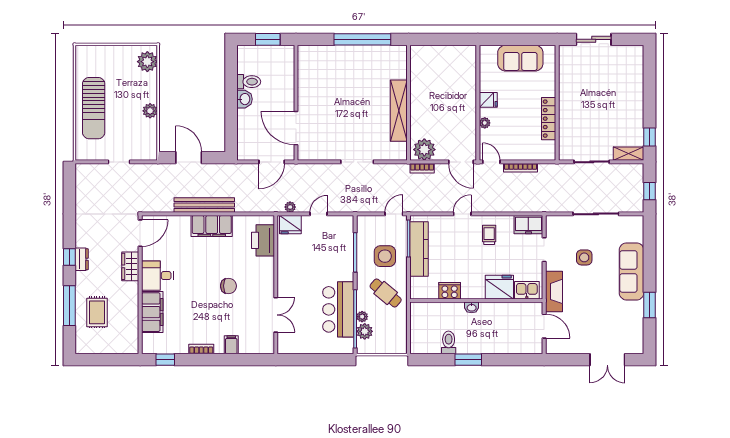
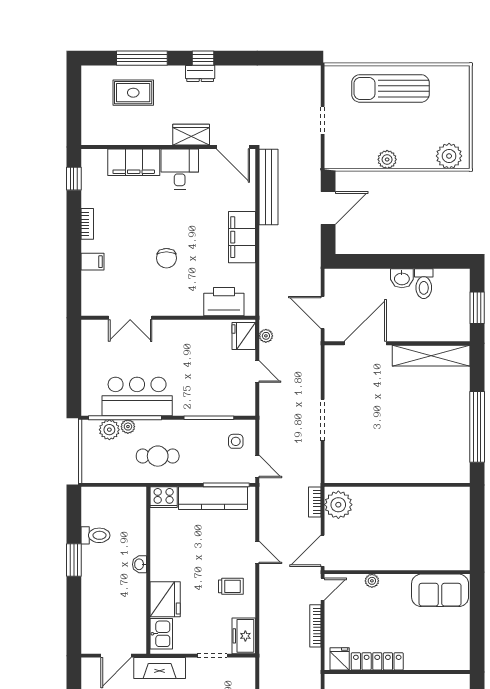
sofa: (520, 58) -> (440, 590), moved, turned -90
fridge: (488, 100) -> (340, 659), moved, turned 180
shelving: (399, 111) -> (431, 356), moved
bench: (204, 205) -> (268, 187), moved
side table: (385, 256) -> (236, 441), moved, width x0.54, depth x0.54
cooker: (450, 291) -> (164, 497), moved, turned 90
cafe table: (386, 293) -> (158, 456), turned 50

